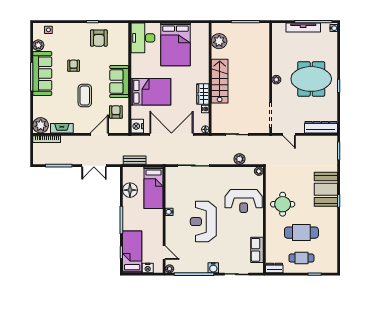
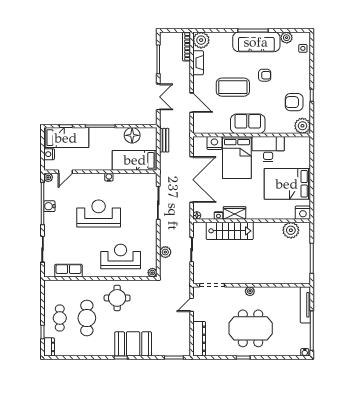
tv unit: (303, 27) -> (305, 305), moved
plant: (121, 30) -> (302, 126), added
nightstand: (203, 30) -> (303, 213), added
desk: (143, 38) -> (268, 149), moved
meeting table: (311, 79) -> (251, 328), turned 90
stairs: (220, 81) -> (230, 231), moved
coffee table: (85, 96) -> (233, 87), width x1.36, depth x1.32
armchair: (116, 112) -> (215, 120), removed
nightstand: (137, 126) -> (214, 143), moved
double door: (94, 166) -> (158, 97), swing flipped
reception desk: (244, 201) -> (121, 256), turned 90
water cooler: (213, 268) -> (49, 206), moved
dresser: (274, 268) -> (49, 347), moved

